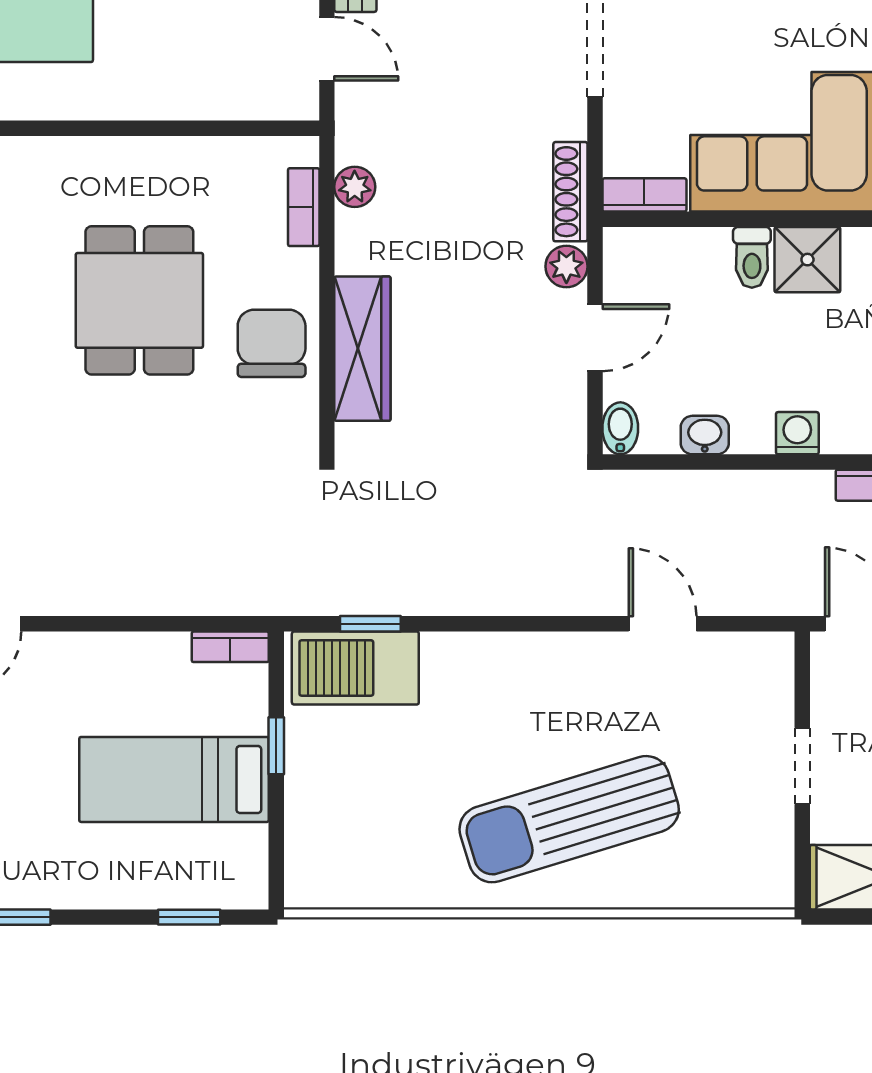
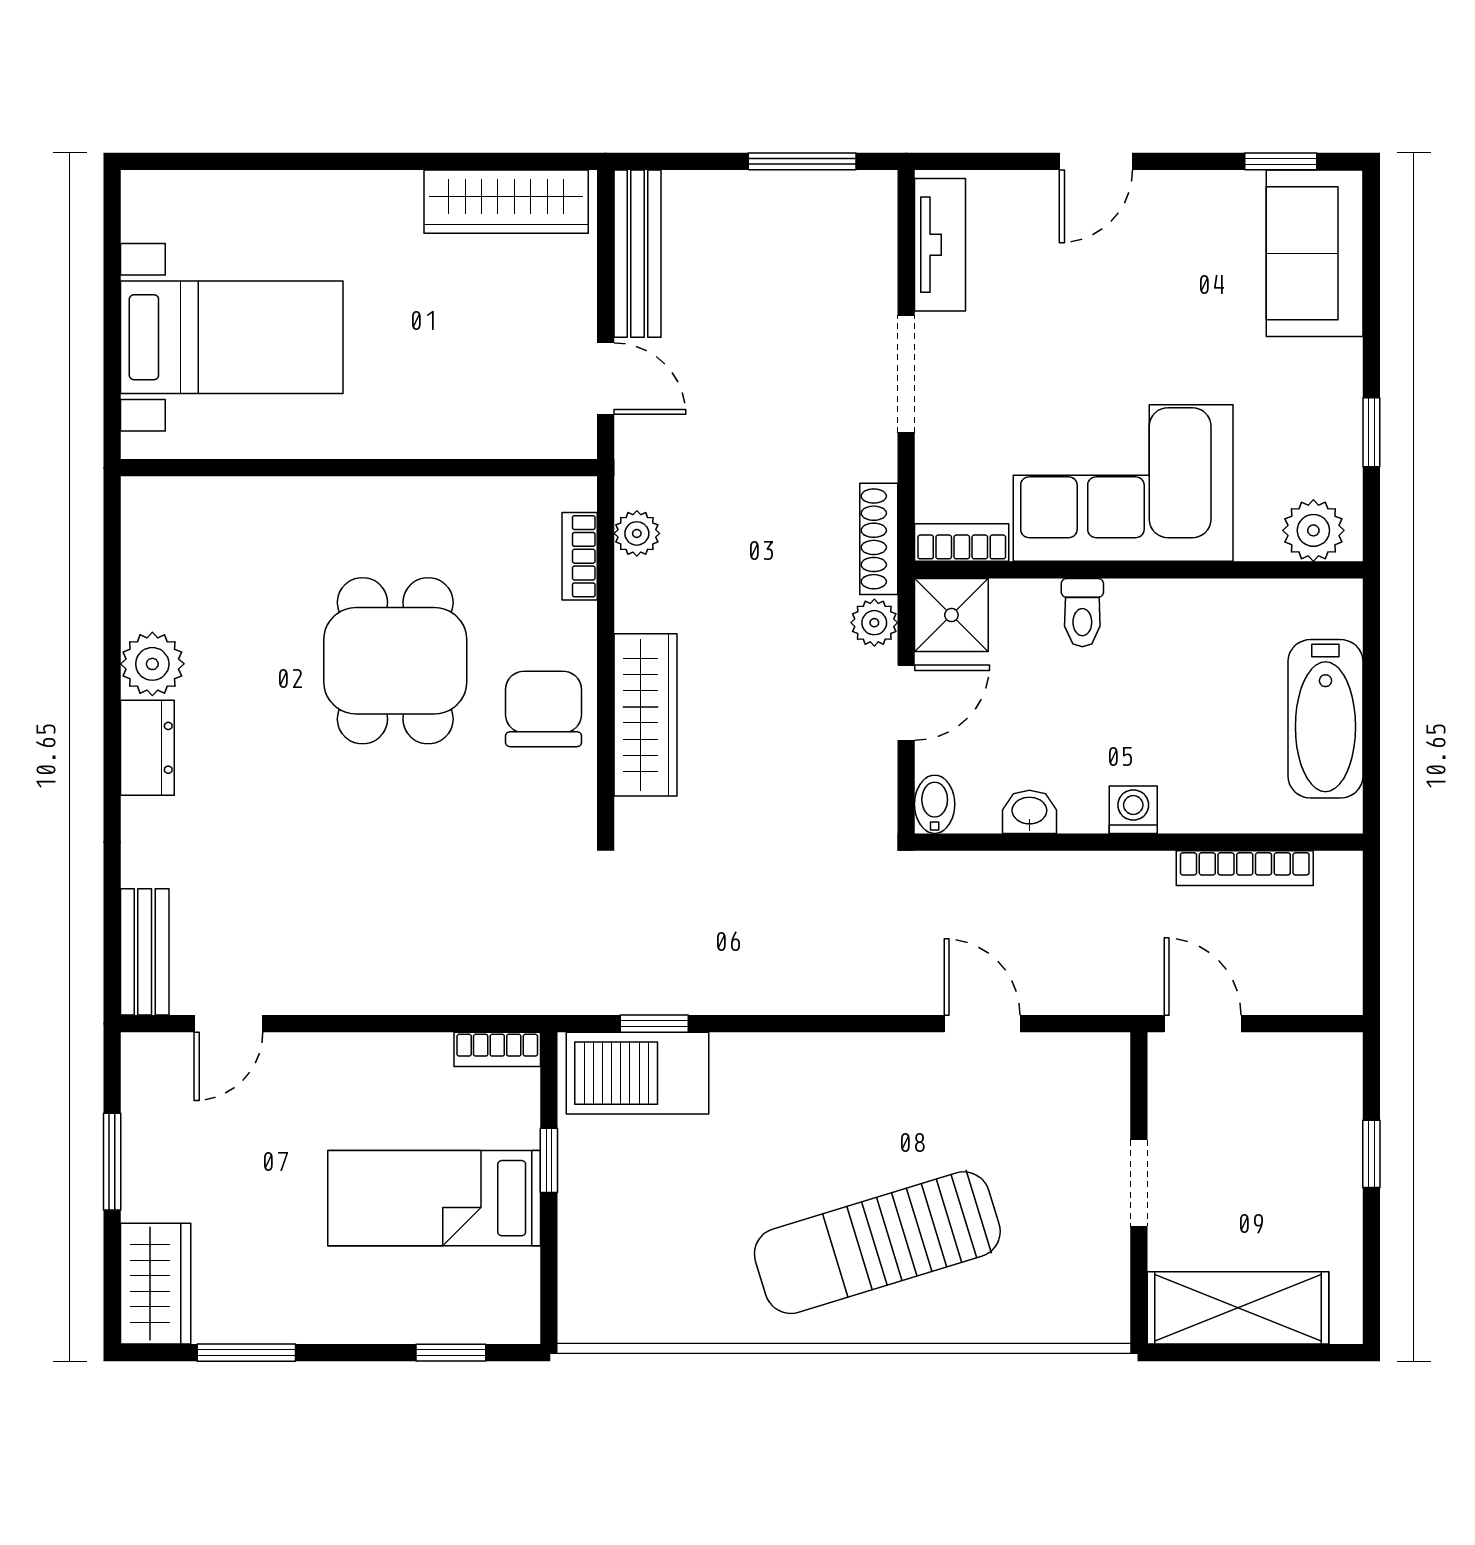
shower: (807, 260) -> (951, 615), moved

